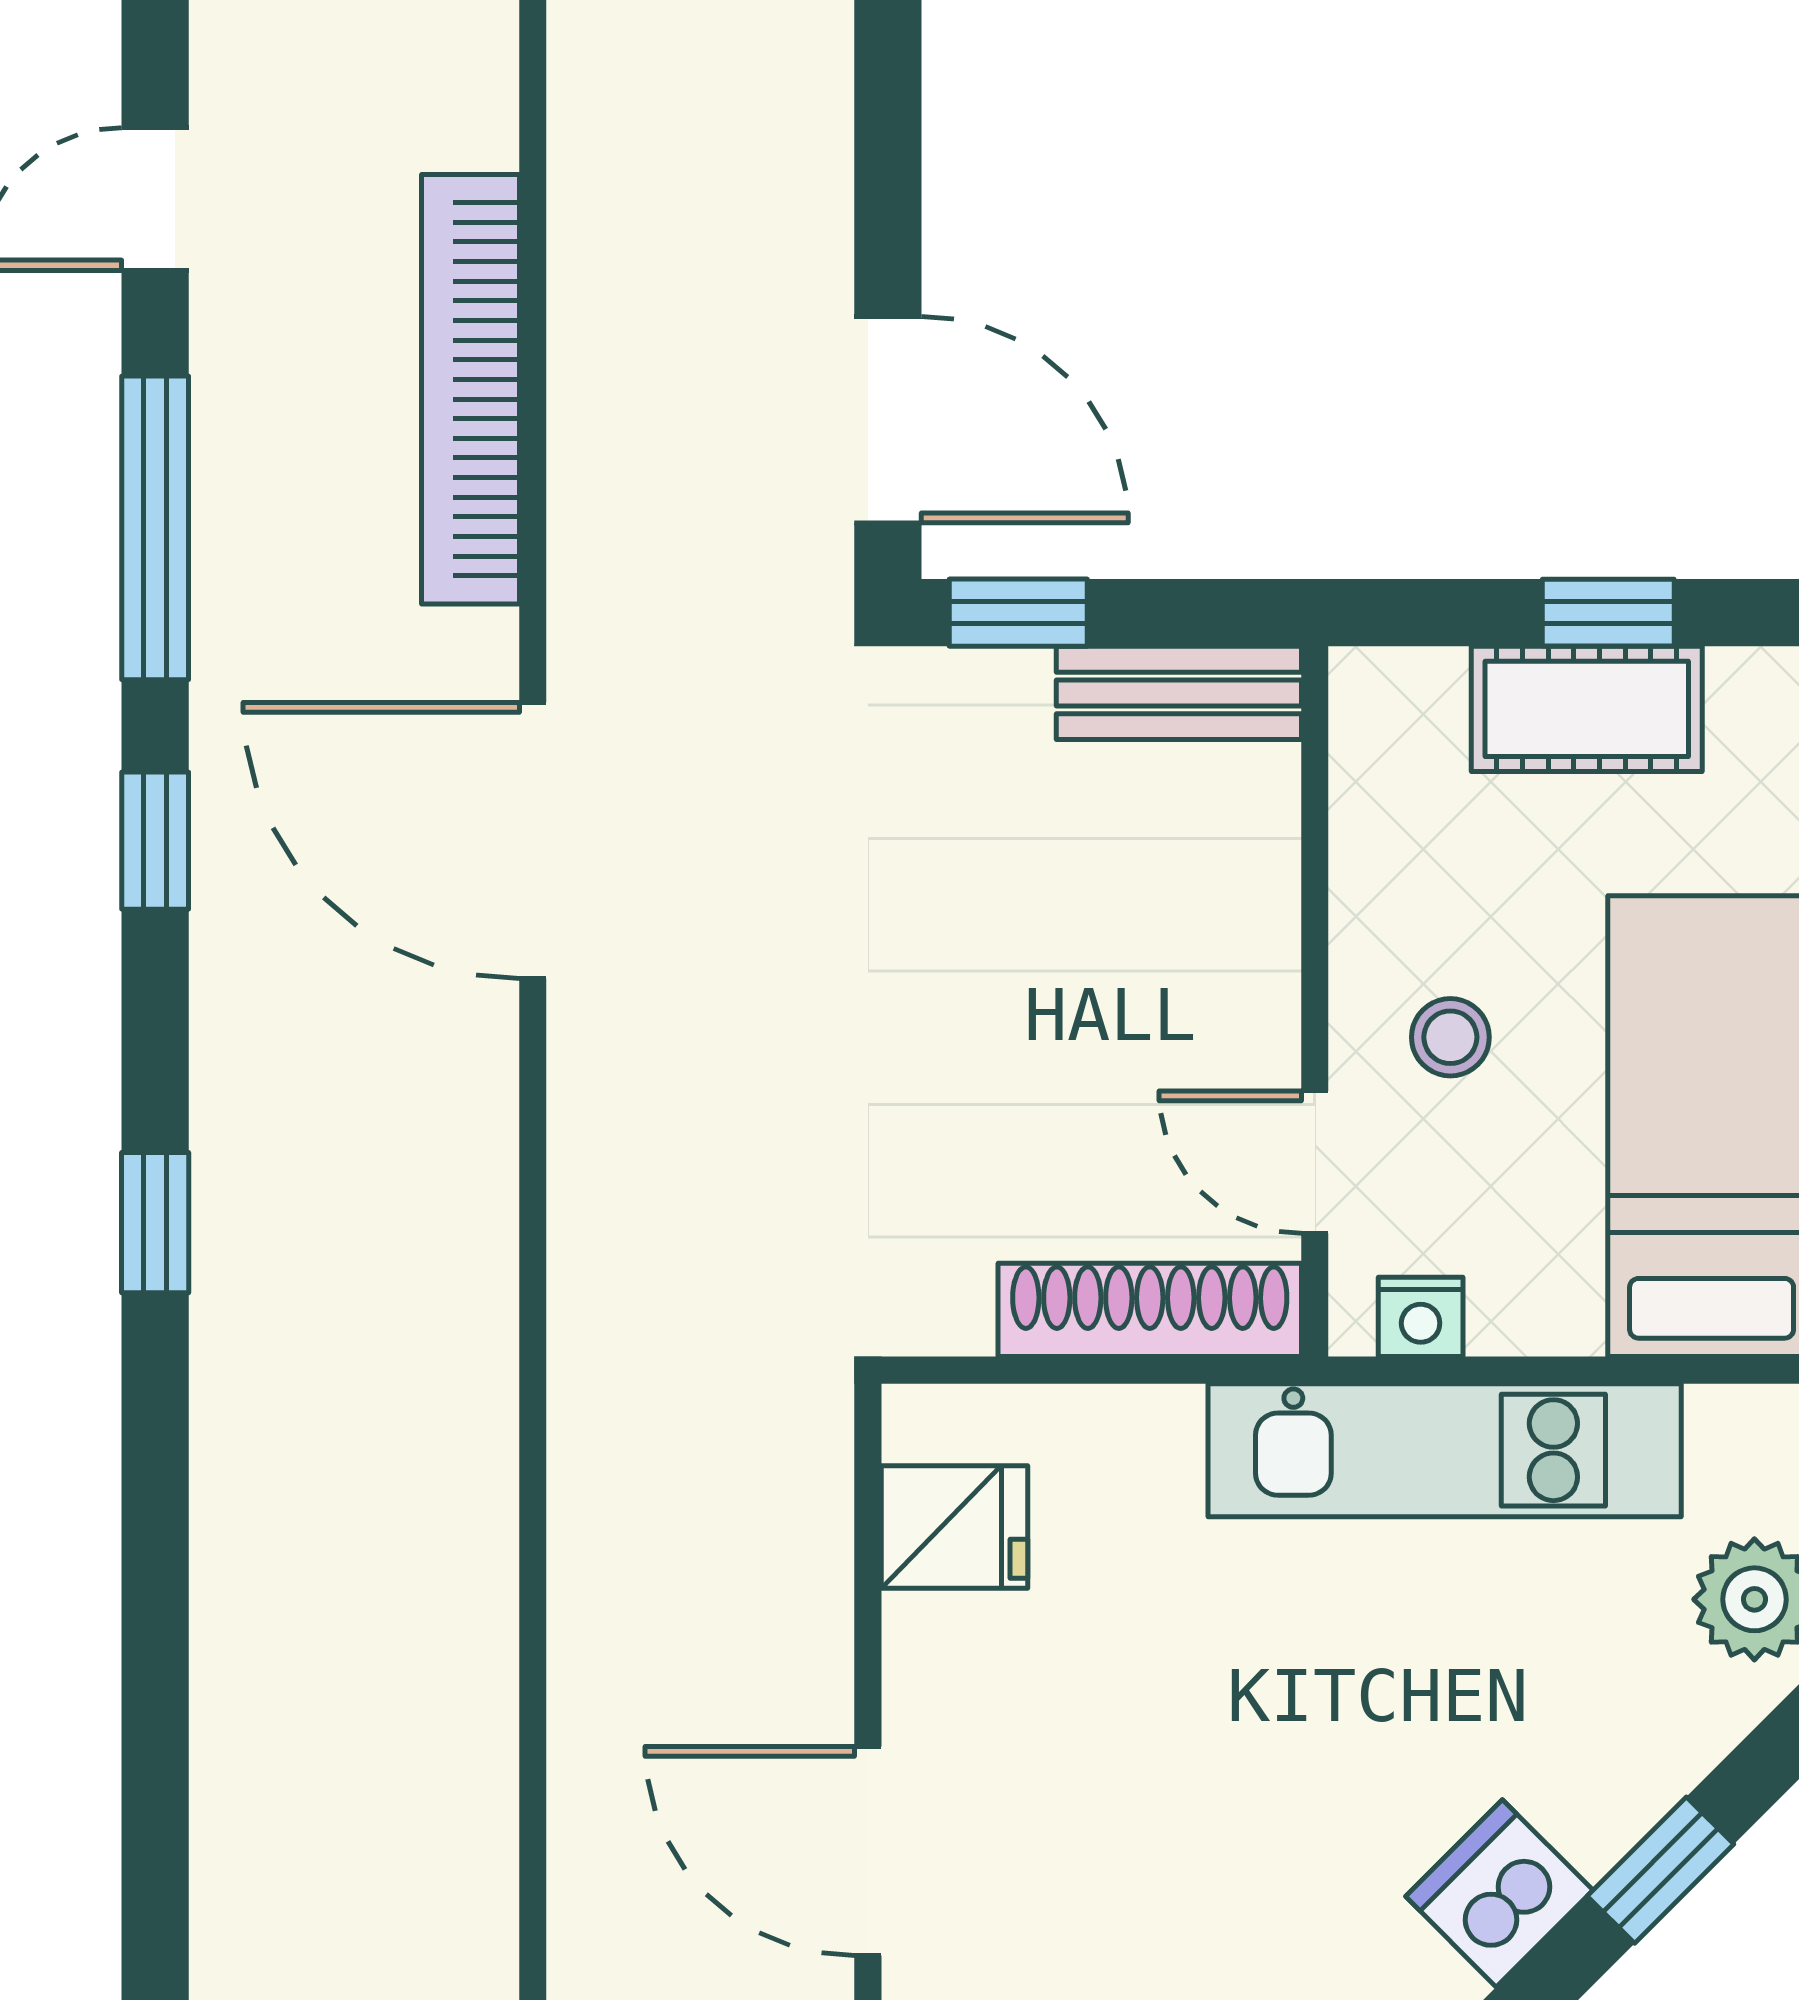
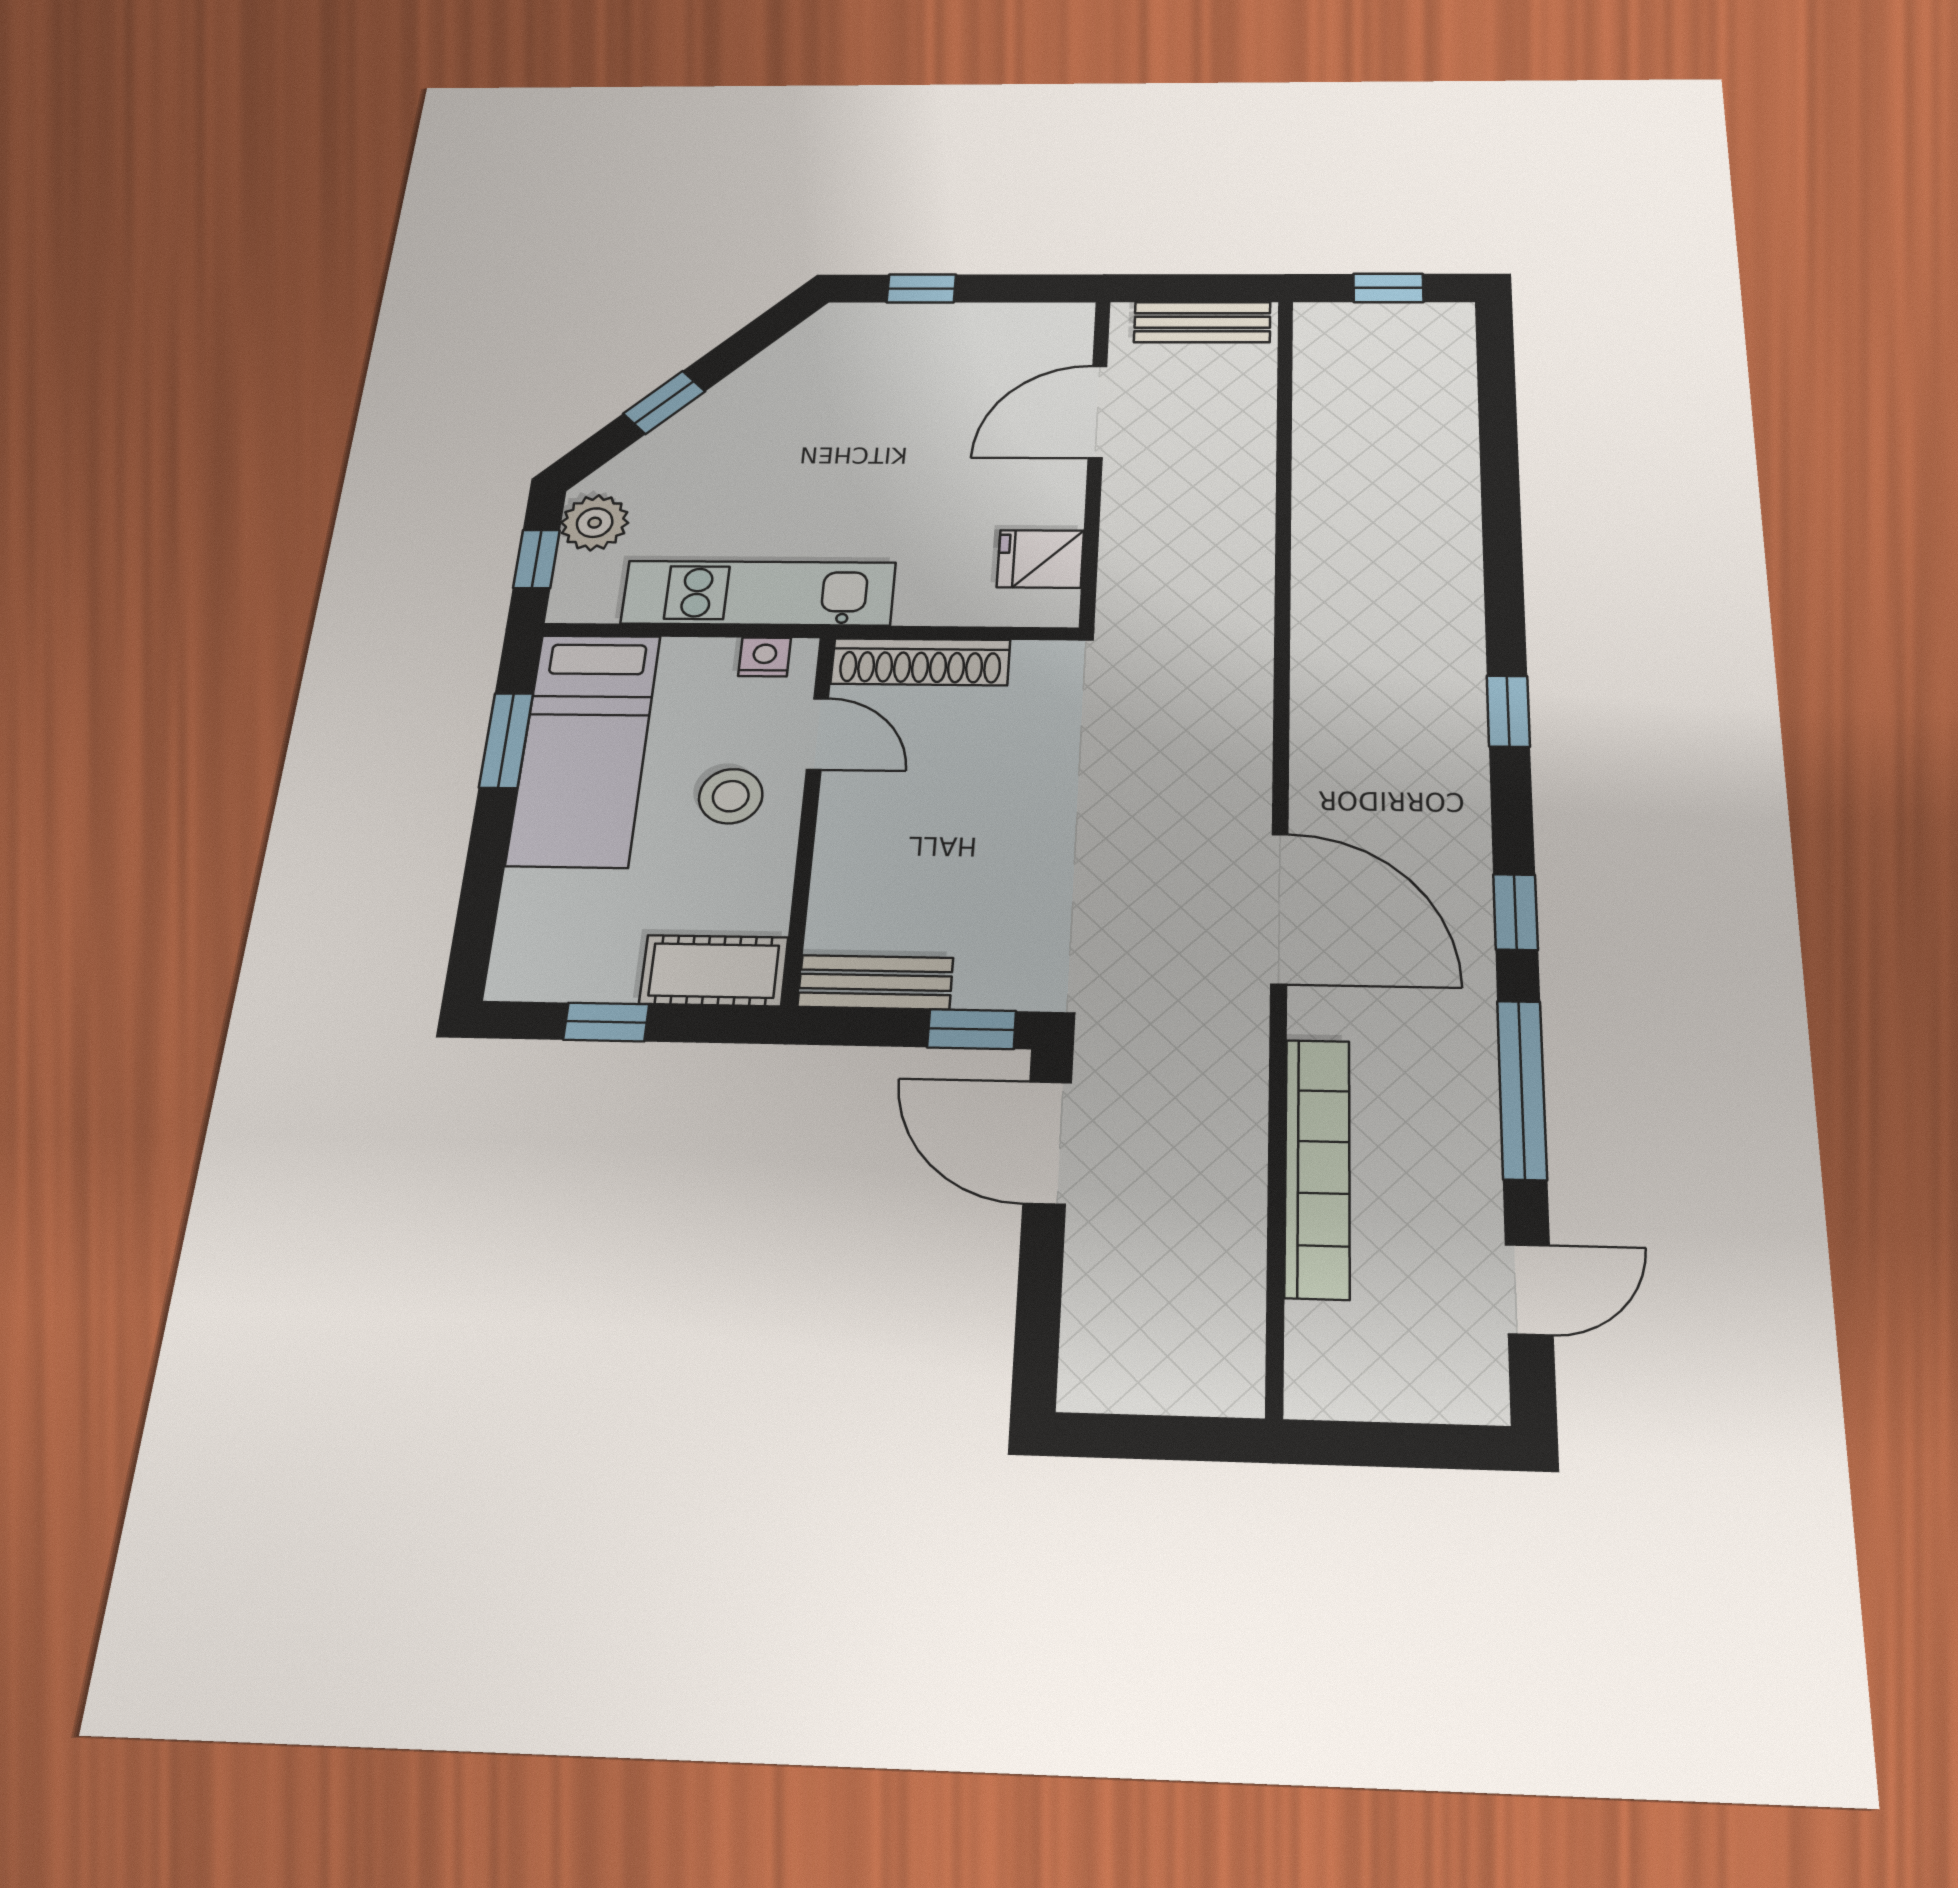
cot: (1587, 709) -> (714, 971), moved
stool: (1450, 1037) -> (731, 796), width x1.37, depth x1.37
door: (868, 1851) -> (1097, 412), swing flipped
dishwasher: (1499, 1893) -> (753, 393), removed

